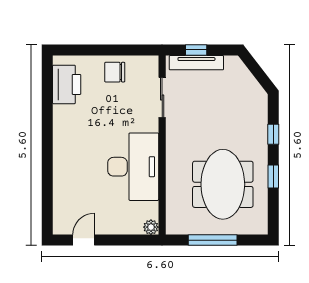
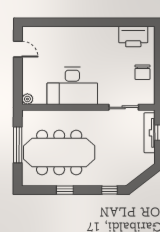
chair: (115, 72) -> (142, 72), turned 180
window: (273, 134) -> (110, 190), moved
meeting table: (223, 184) -> (59, 152), width x1.36

